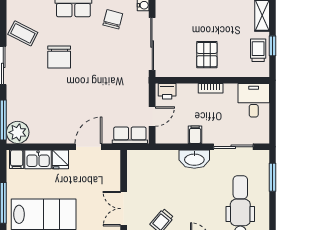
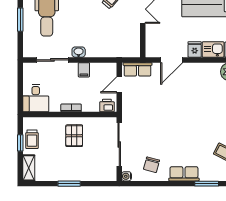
chair: (59, 57) -> (196, 134), removed
washbasin: (194, 159) -> (79, 52), width x0.52, depth x0.69
window: (272, 177) -> (20, 20), moved

